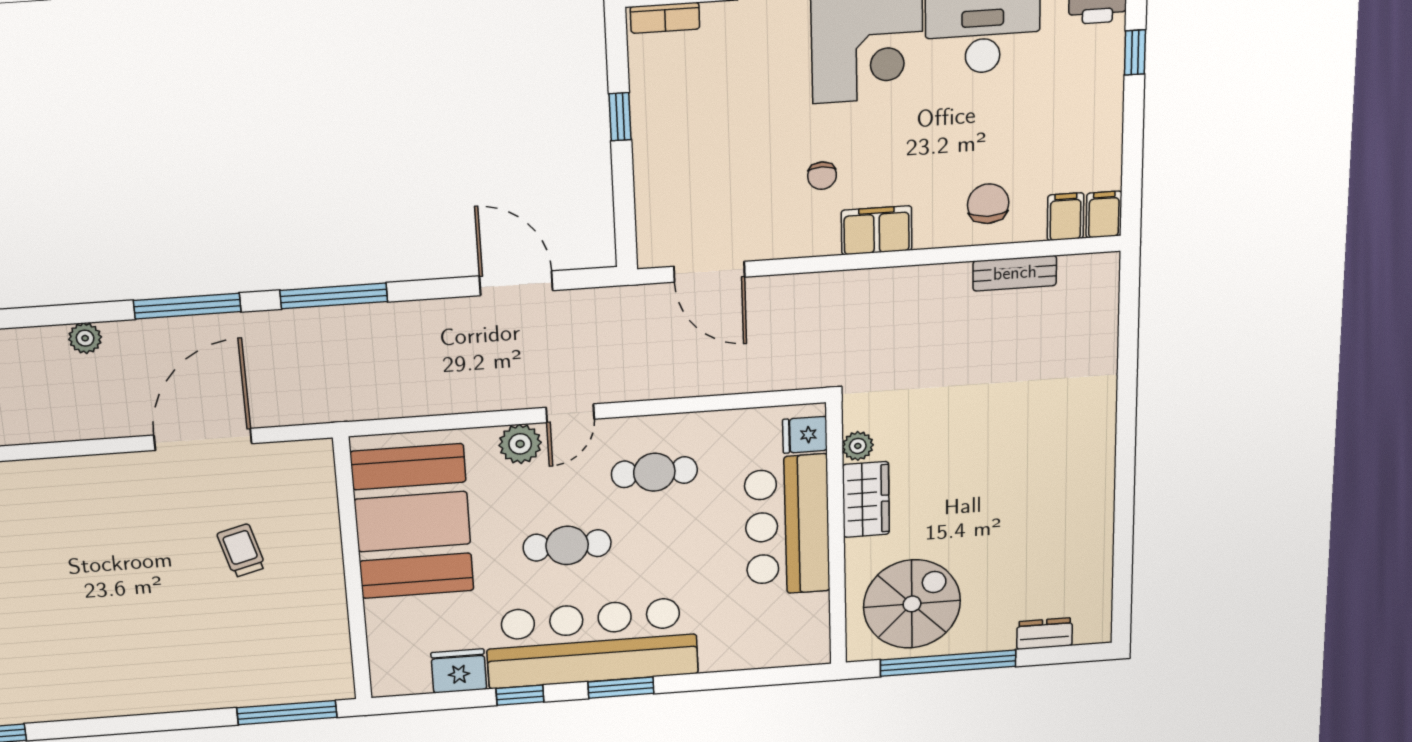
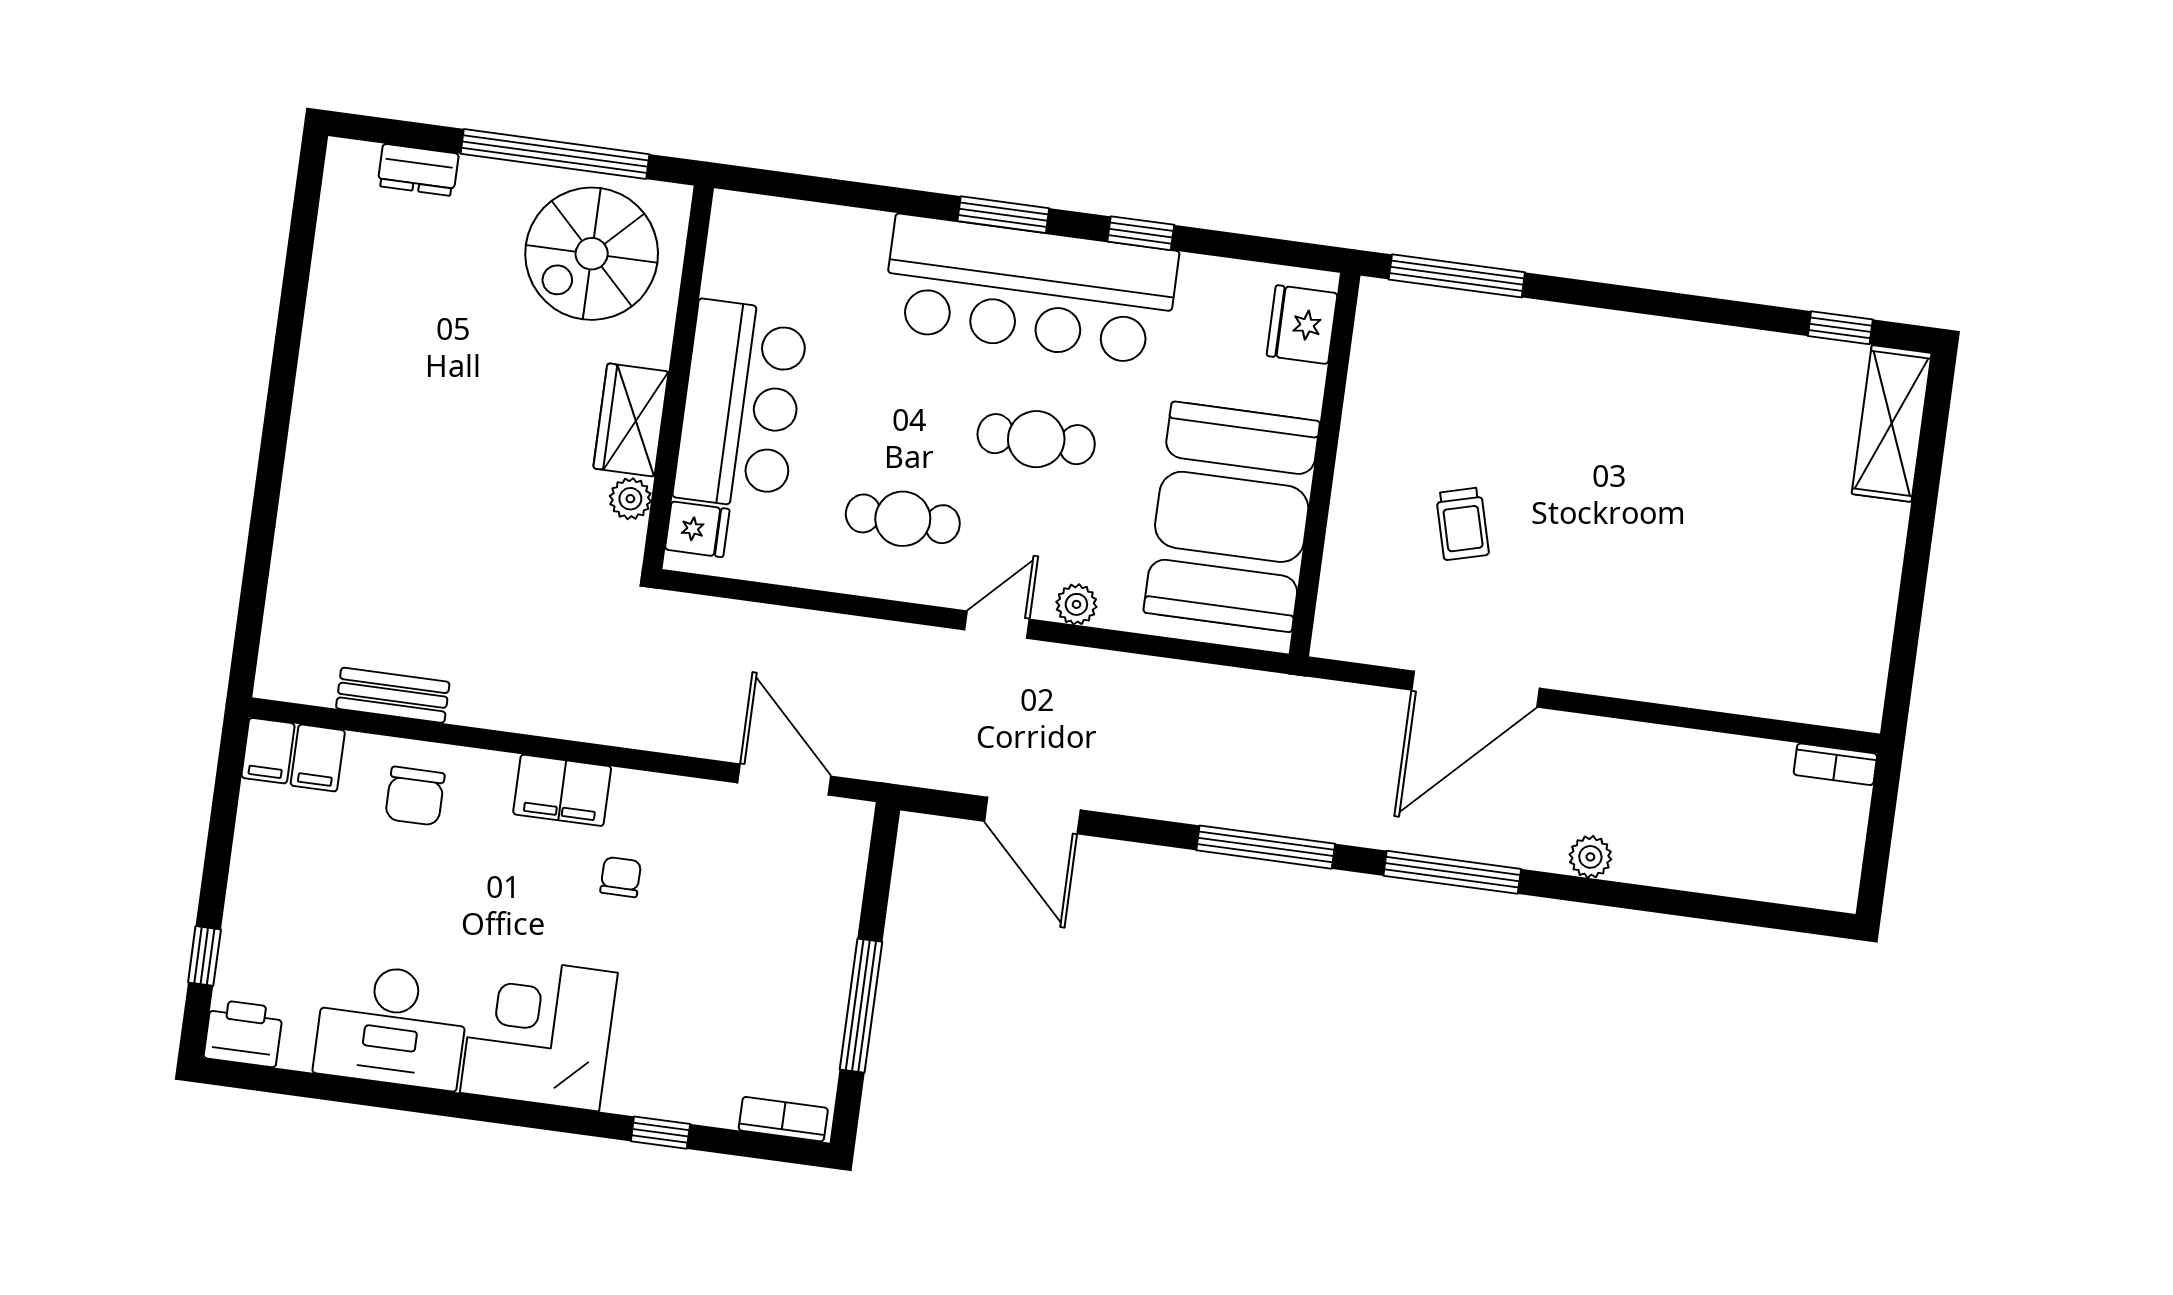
window: (620, 117) -> (861, 1006), width x2.17
plant: (520, 444) -> (1076, 604), width x0.73, depth x0.73
fridge: (459, 671) -> (1302, 325), moved, turned 90

